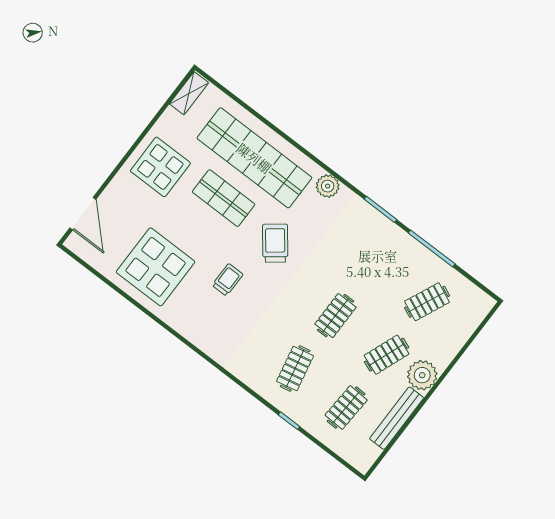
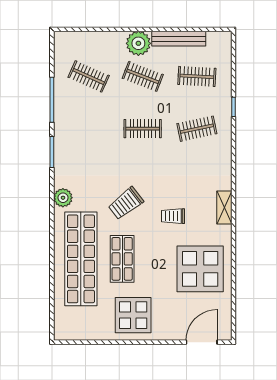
shelving: (189, 93) -> (224, 208), moved, turned 90

